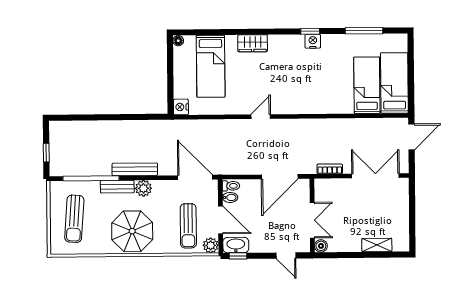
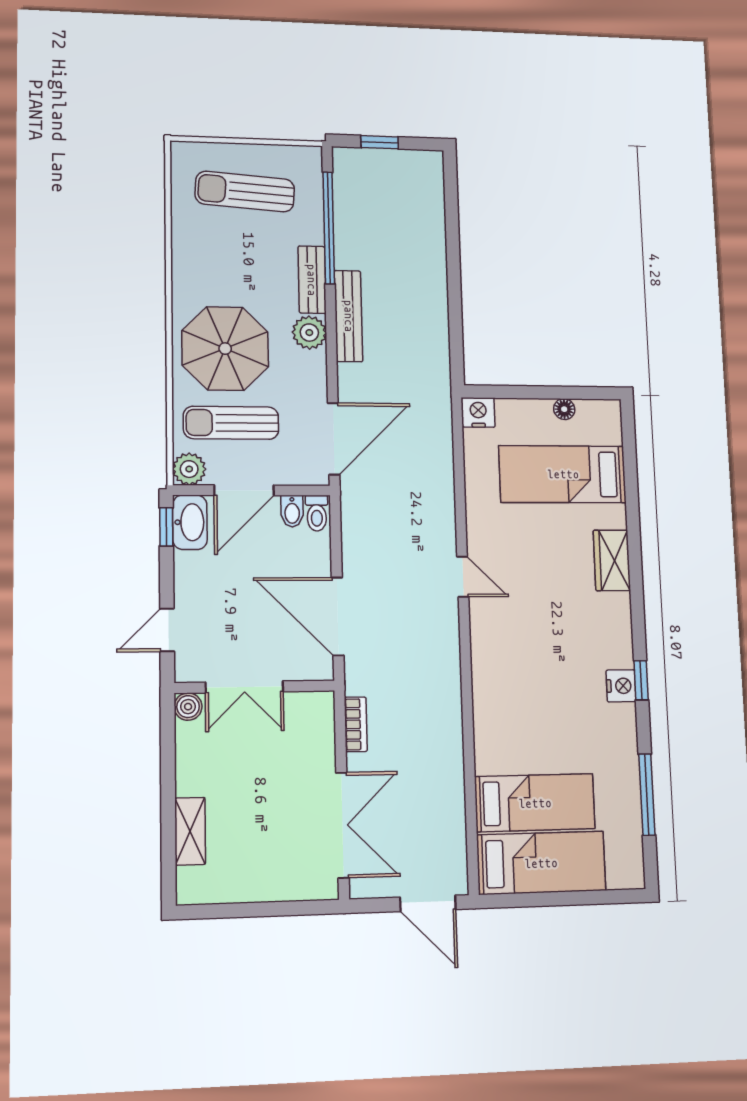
floor lamp: (178, 41) -> (564, 409), moved
parasol: (132, 231) -> (225, 349), moved

